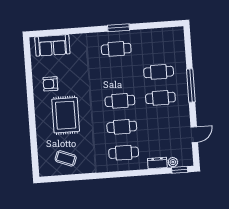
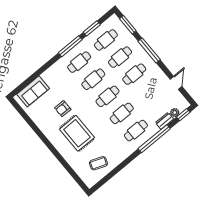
window: (151, 25) -> (92, 28), added
window: (118, 28) -> (70, 46), width x1.44
cafe table: (157, 46) -> (106, 40), added
window: (188, 47) -> (128, 25), added
cafe table: (118, 75) -> (93, 79), added
armchair: (50, 84) -> (63, 109), moved
window: (135, 173) -> (154, 139), added

